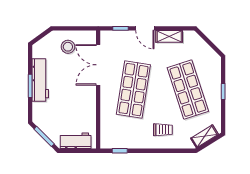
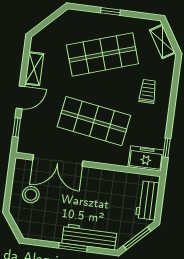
workbench: (40, 80) -> (89, 237), moved
freezer: (109, 135) -> (146, 158), added

